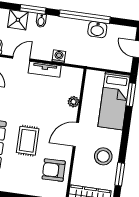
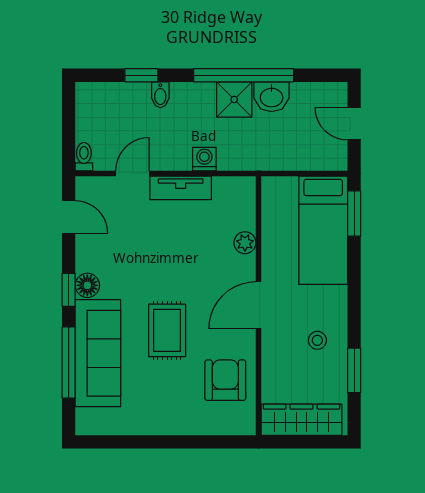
window: (33, 9) -> (141, 75), width x0.67
shower: (18, 20) -> (234, 99), moved
stool: (103, 156) -> (317, 340), width x0.53, depth x0.53
armchair: (54, 170) -> (225, 380), turned 91

